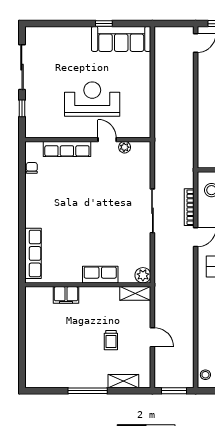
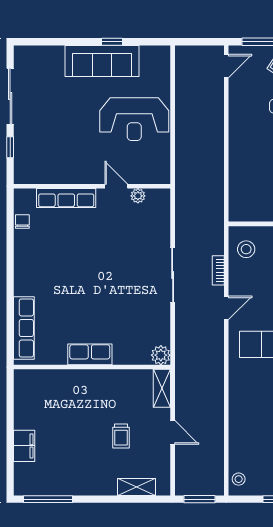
sofa: (121, 39) -> (102, 61), moved
reception desk: (92, 99) -> (134, 119), moved, turned 180
bookcase: (189, 207) -> (218, 270), width x0.64
row of seats: (100, 275) -> (90, 354), moved
shelving: (135, 293) -> (162, 388), moved, turned 90
filing cabinet: (66, 295) -> (24, 446), moved, turned -90
window: (88, 391) -> (48, 499), moved

